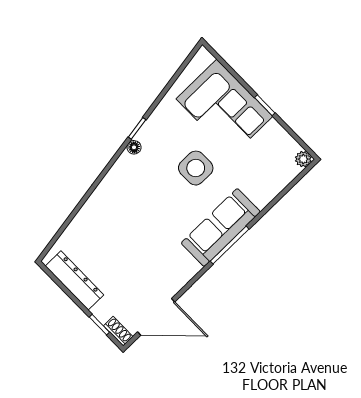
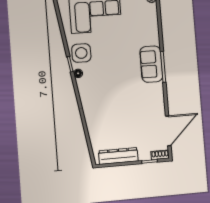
side table: (196, 168) -> (81, 53), moved
sofa: (221, 227) -> (151, 64), width x0.73

